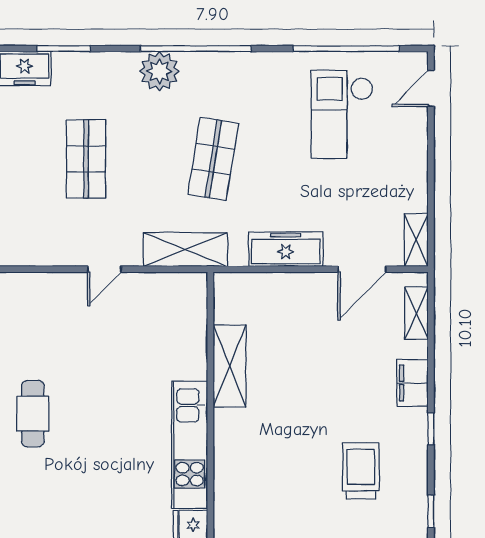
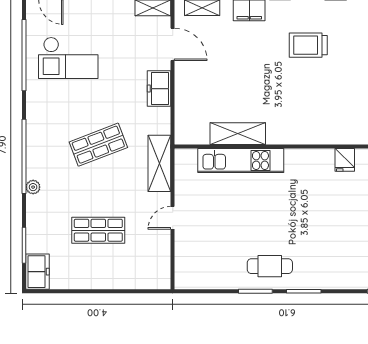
plant: (159, 71) -> (33, 187), width x0.53, depth x0.53
shop shelf: (213, 159) -> (98, 145), turned -30
freezer: (286, 249) -> (159, 89), width x0.71
door: (104, 269) -> (173, 218), swing flipped
kitchen unit: (190, 445) -> (241, 160), moved

